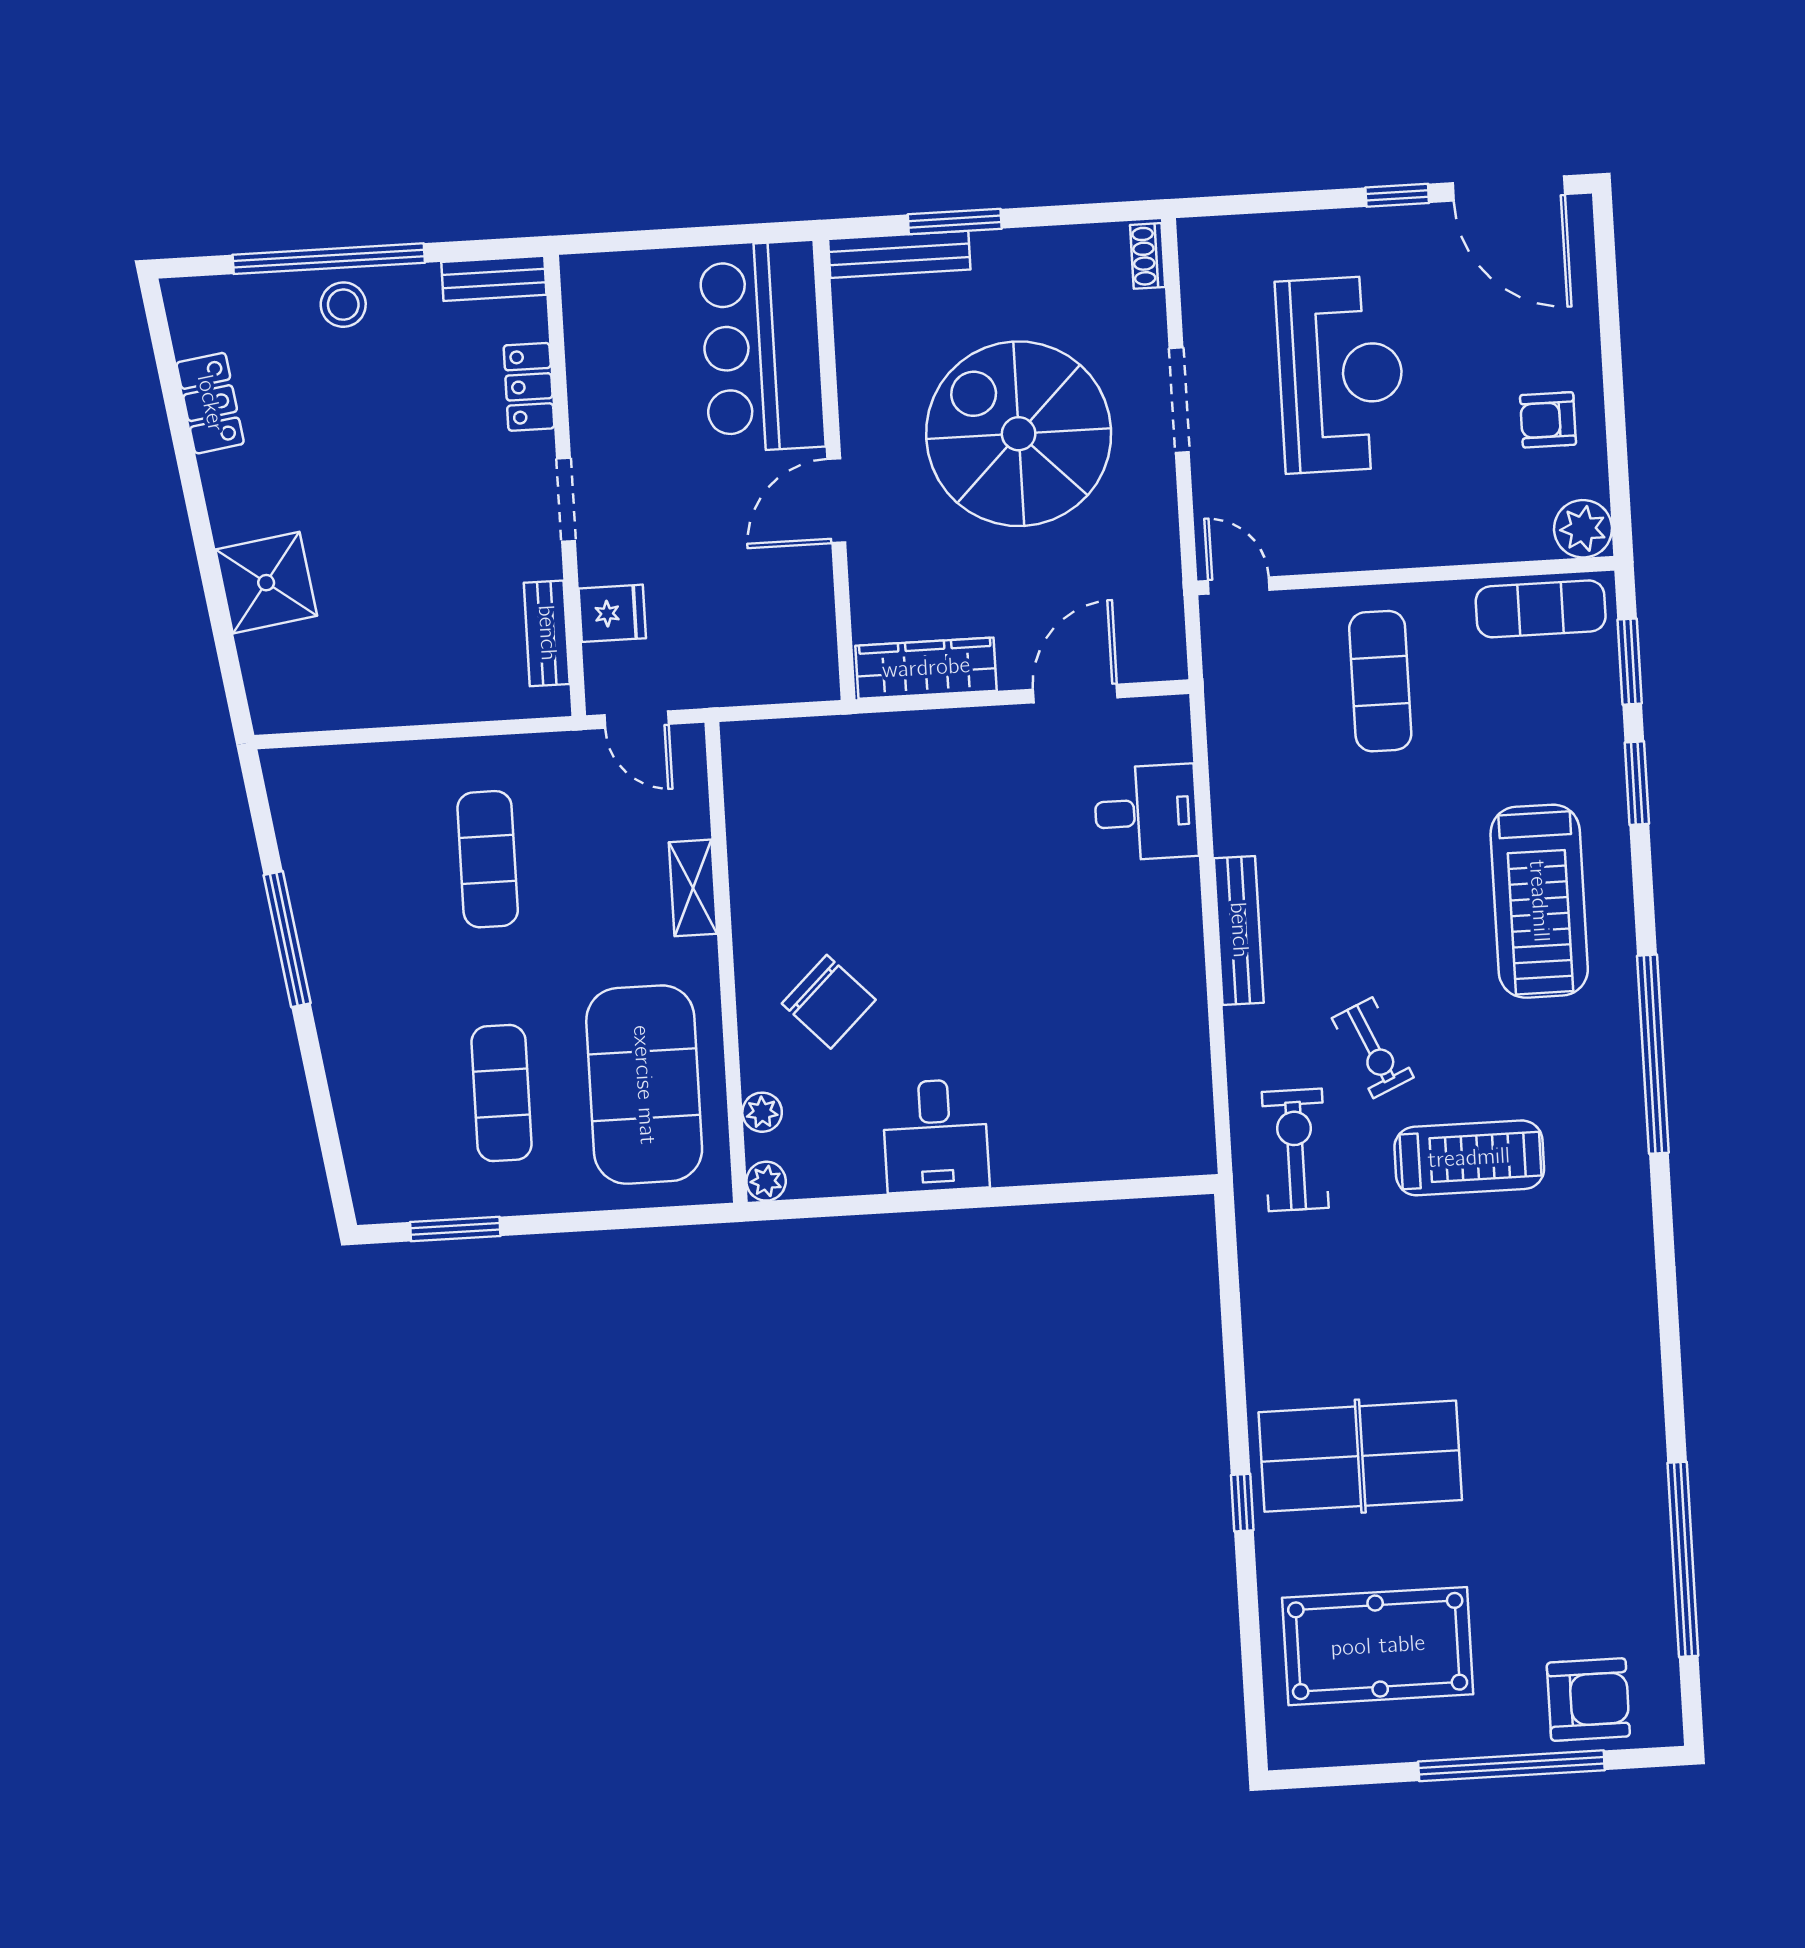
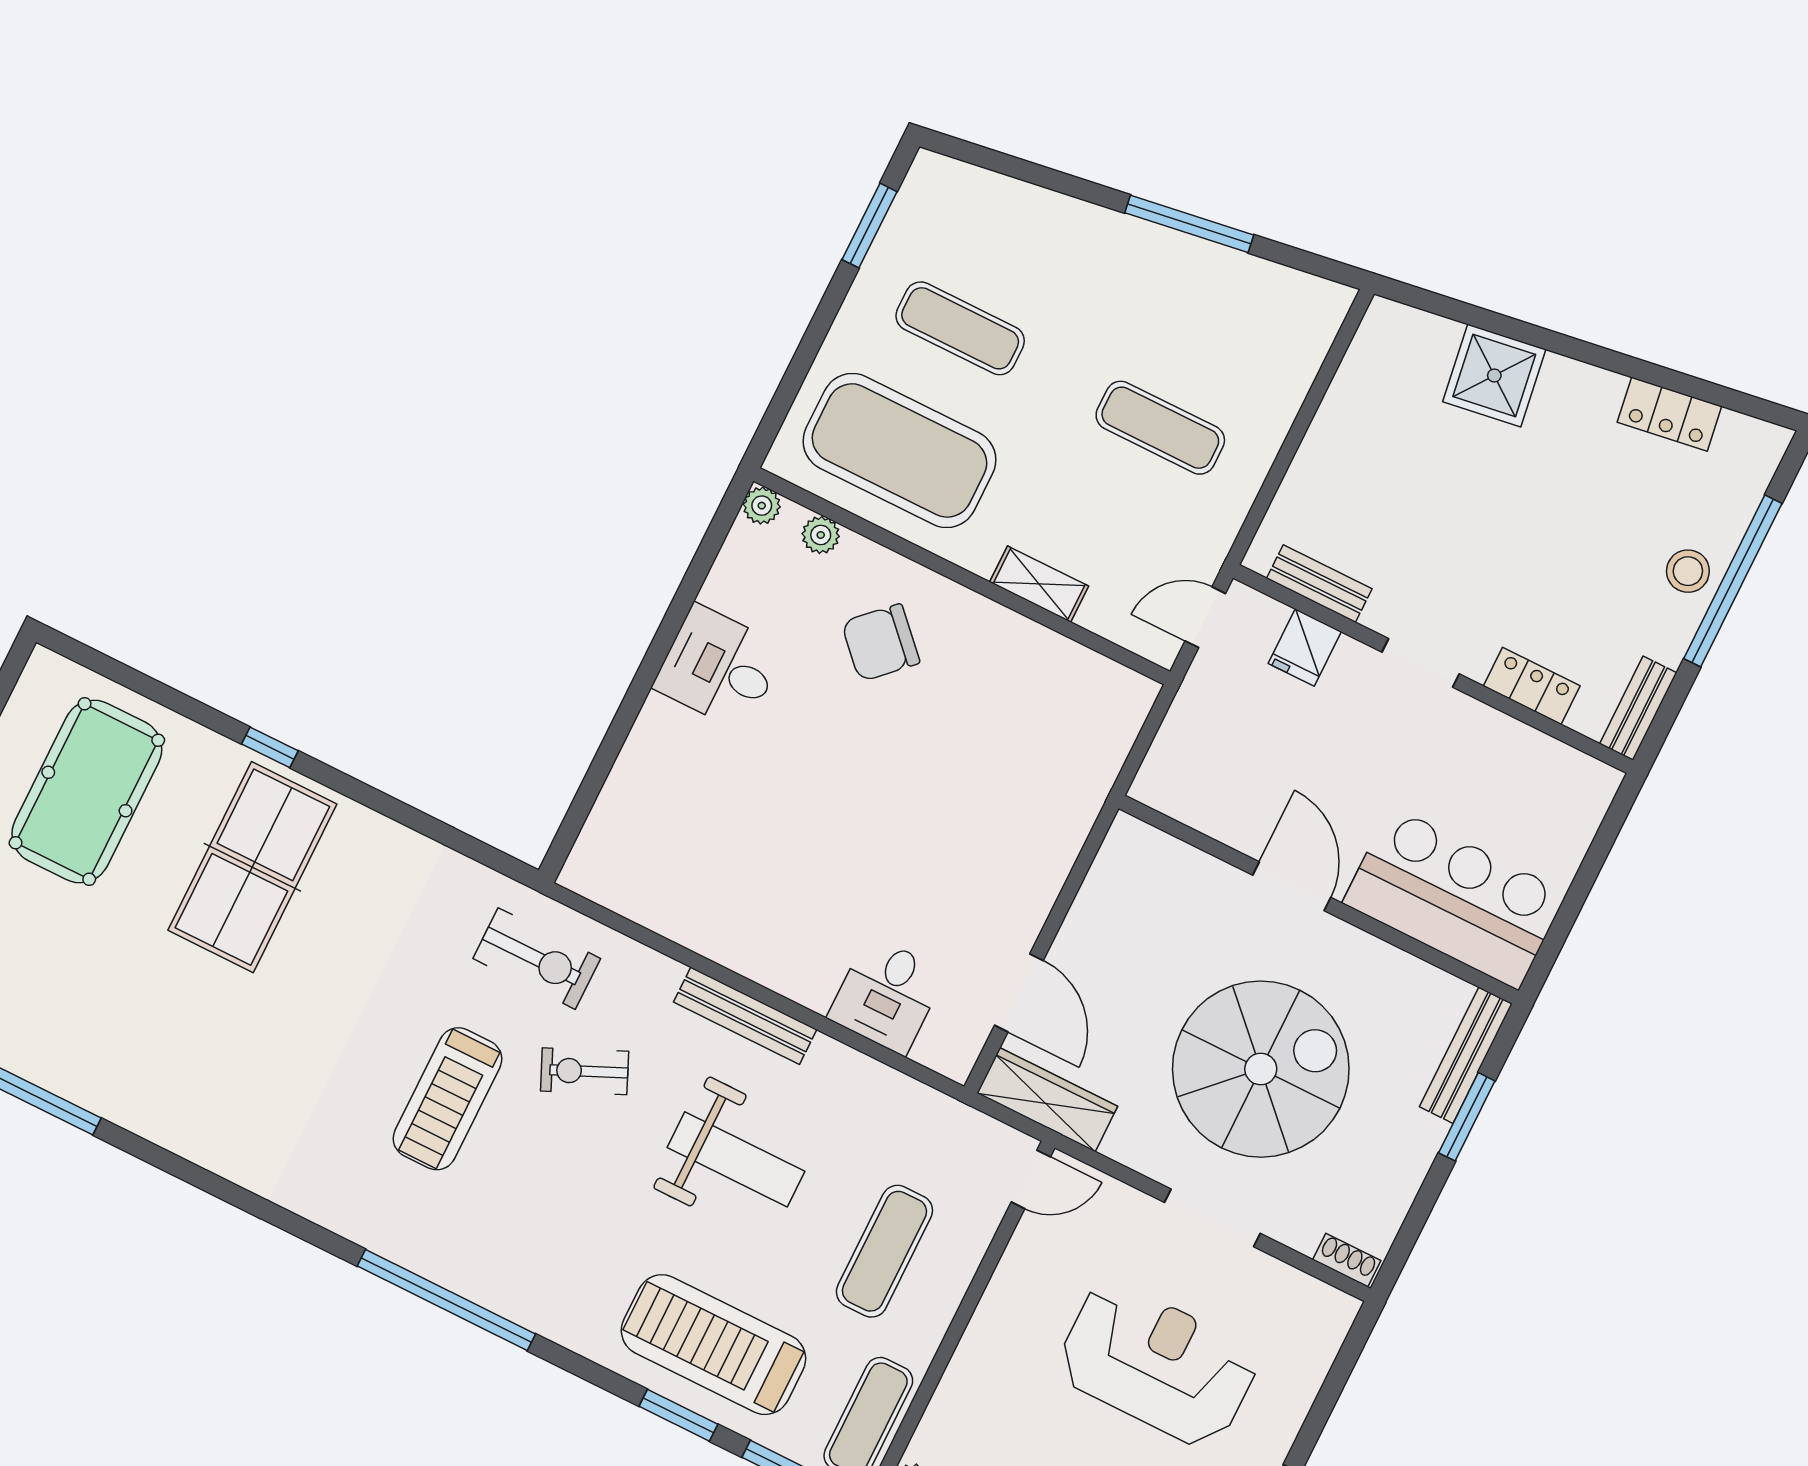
reception desk: (1341, 374) -> (1157, 1364), turned 180
wardrobe: (926, 668) -> (1047, 1100), moved, turned -90
exercise mat: (1380, 681) -> (884, 1251), turned 90
weight bench: (1374, 864) -> (736, 1159), added
treadmill: (1539, 901) -> (713, 1345), moved

